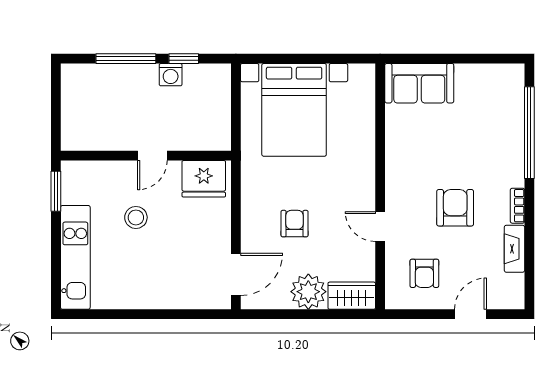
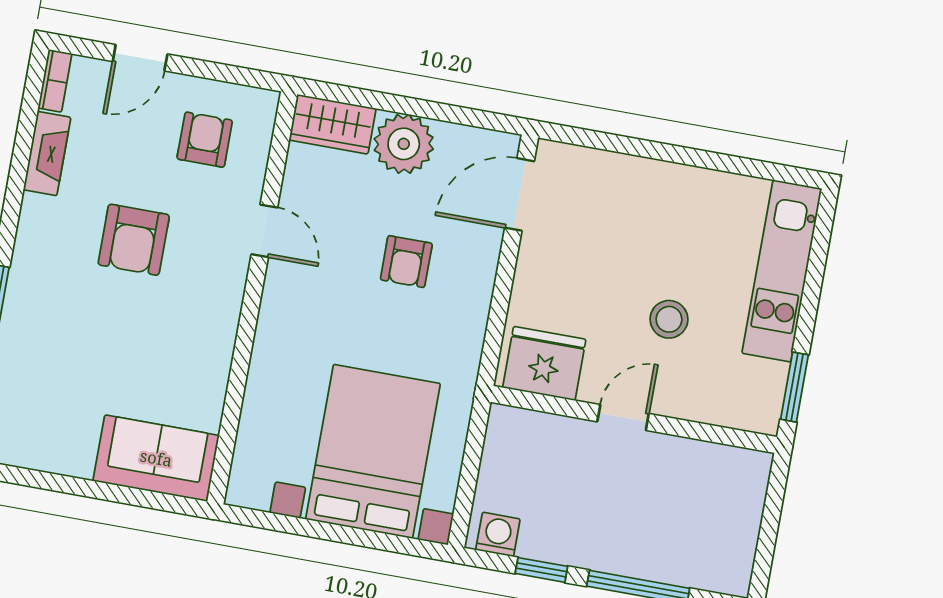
washing machine: (171, 75) -> (498, 534), moved
bookcase: (517, 206) -> (55, 81), moved

